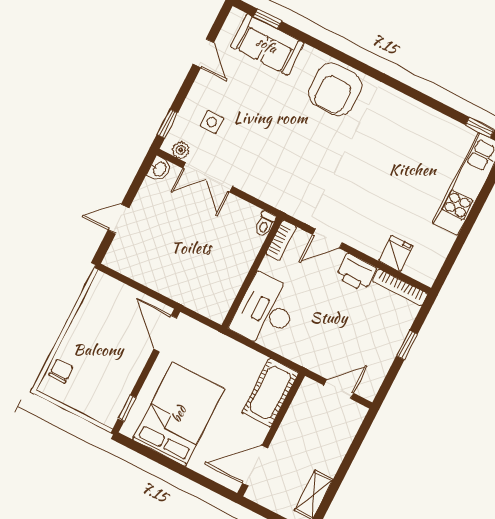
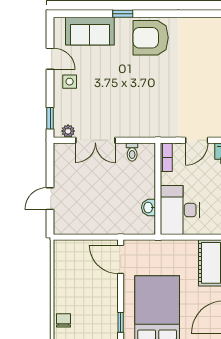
window: (268, 19) -> (123, 14), moved
armchair: (335, 89) -> (151, 38), turned 90
side table: (212, 122) -> (70, 82), moved
washbasin: (159, 169) -> (149, 207), moved, turned 180
toilet: (265, 224) -> (132, 152), moved

